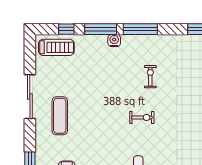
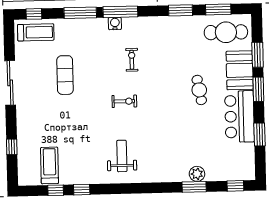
window: (66, 29) -> (34, 14), moved
water cooler: (114, 41) -> (115, 23), moved
exercise mat: (60, 116) -> (65, 75), moved

